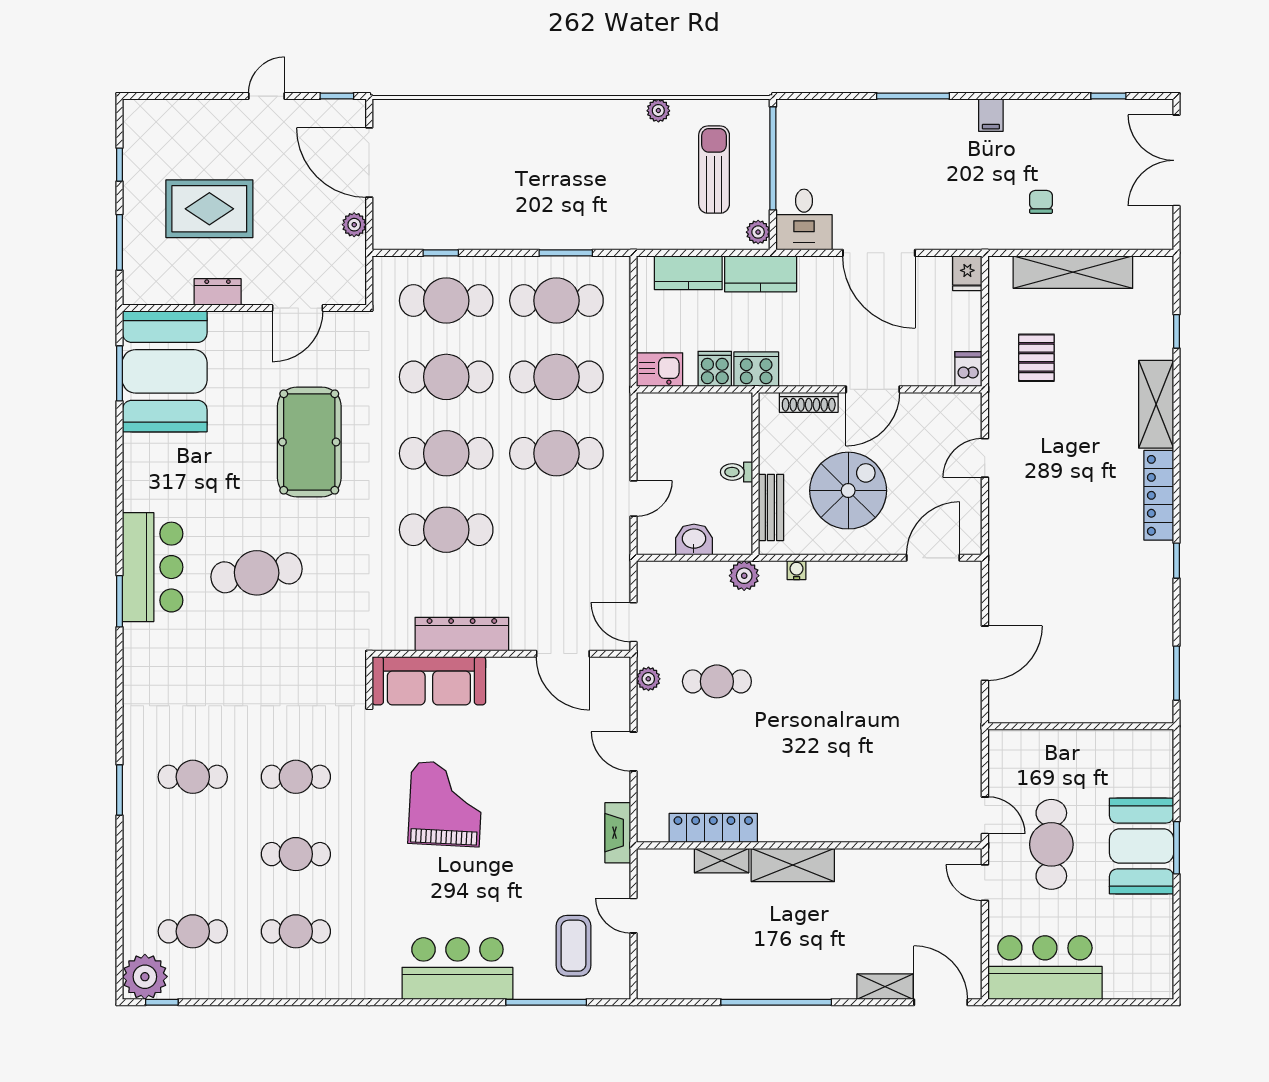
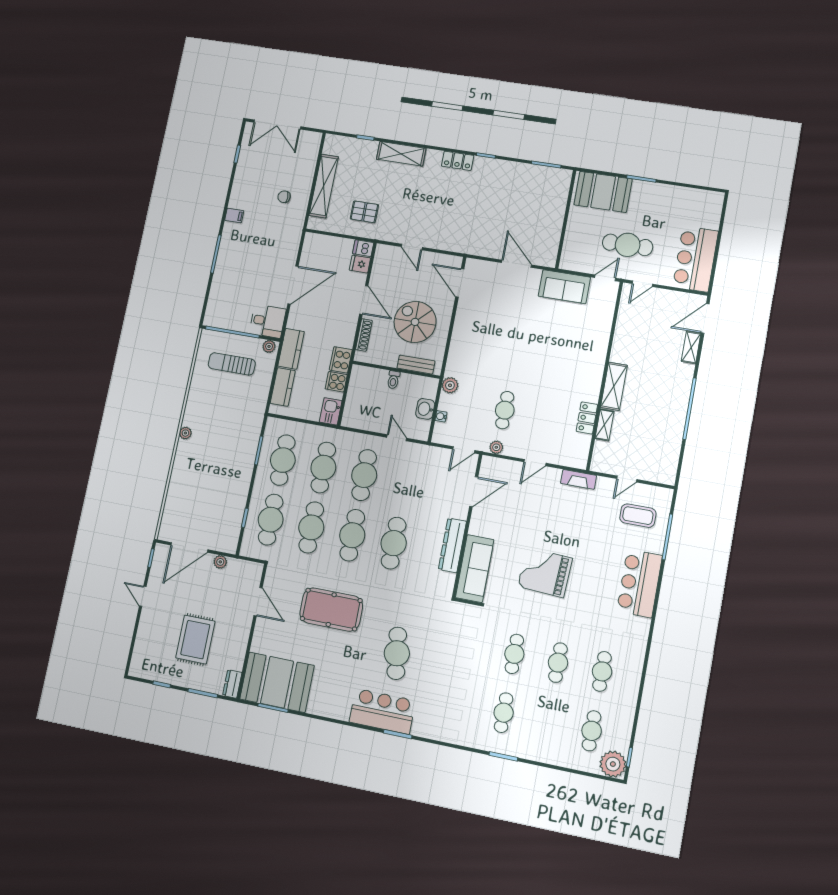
plant: (658, 111) -> (185, 433), moved
fridge: (967, 273) -> (360, 264), moved, turned 180
dresser: (218, 292) -> (232, 684), moved
locker: (1159, 495) -> (458, 161), width x0.66
water cooler: (797, 570) -> (441, 416), moved
sofa: (957, 746) -> (564, 287), added
locker: (713, 828) -> (587, 418), width x0.66
booth: (1142, 846) -> (603, 192), moved

